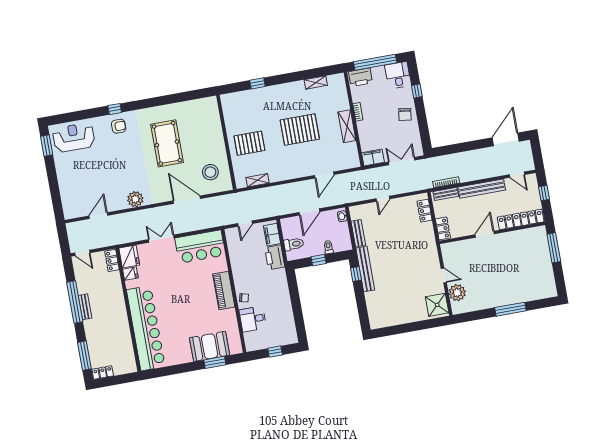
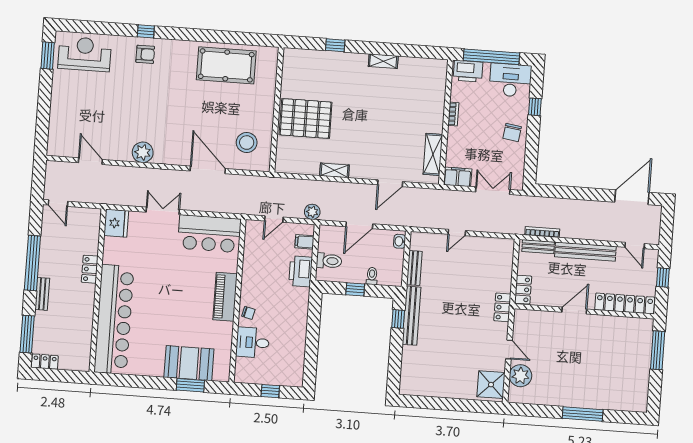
desk: (398, 75) -> (510, 80), width x1.37
shelving: (316, 83) -> (383, 61), moved
shelving: (347, 126) -> (433, 154), moved
pallet: (300, 130) -> (374, 118), removed
pool table: (167, 143) -> (226, 65), moved, turned 90
pallet: (249, 143) -> (306, 118), width x1.37, depth x1.41
shelving: (258, 180) -> (334, 170), moved
plant: (272, 211) -> (312, 212), added
locker: (425, 211) -> (502, 307), moved
door: (98, 216) -> (90, 161), hinge flipped
filing cabinet: (272, 235) -> (304, 242), width x0.50
locker: (112, 260) -> (90, 269), moved
fridge: (130, 274) -> (112, 245), removed
bench: (85, 307) -> (42, 294), moved

